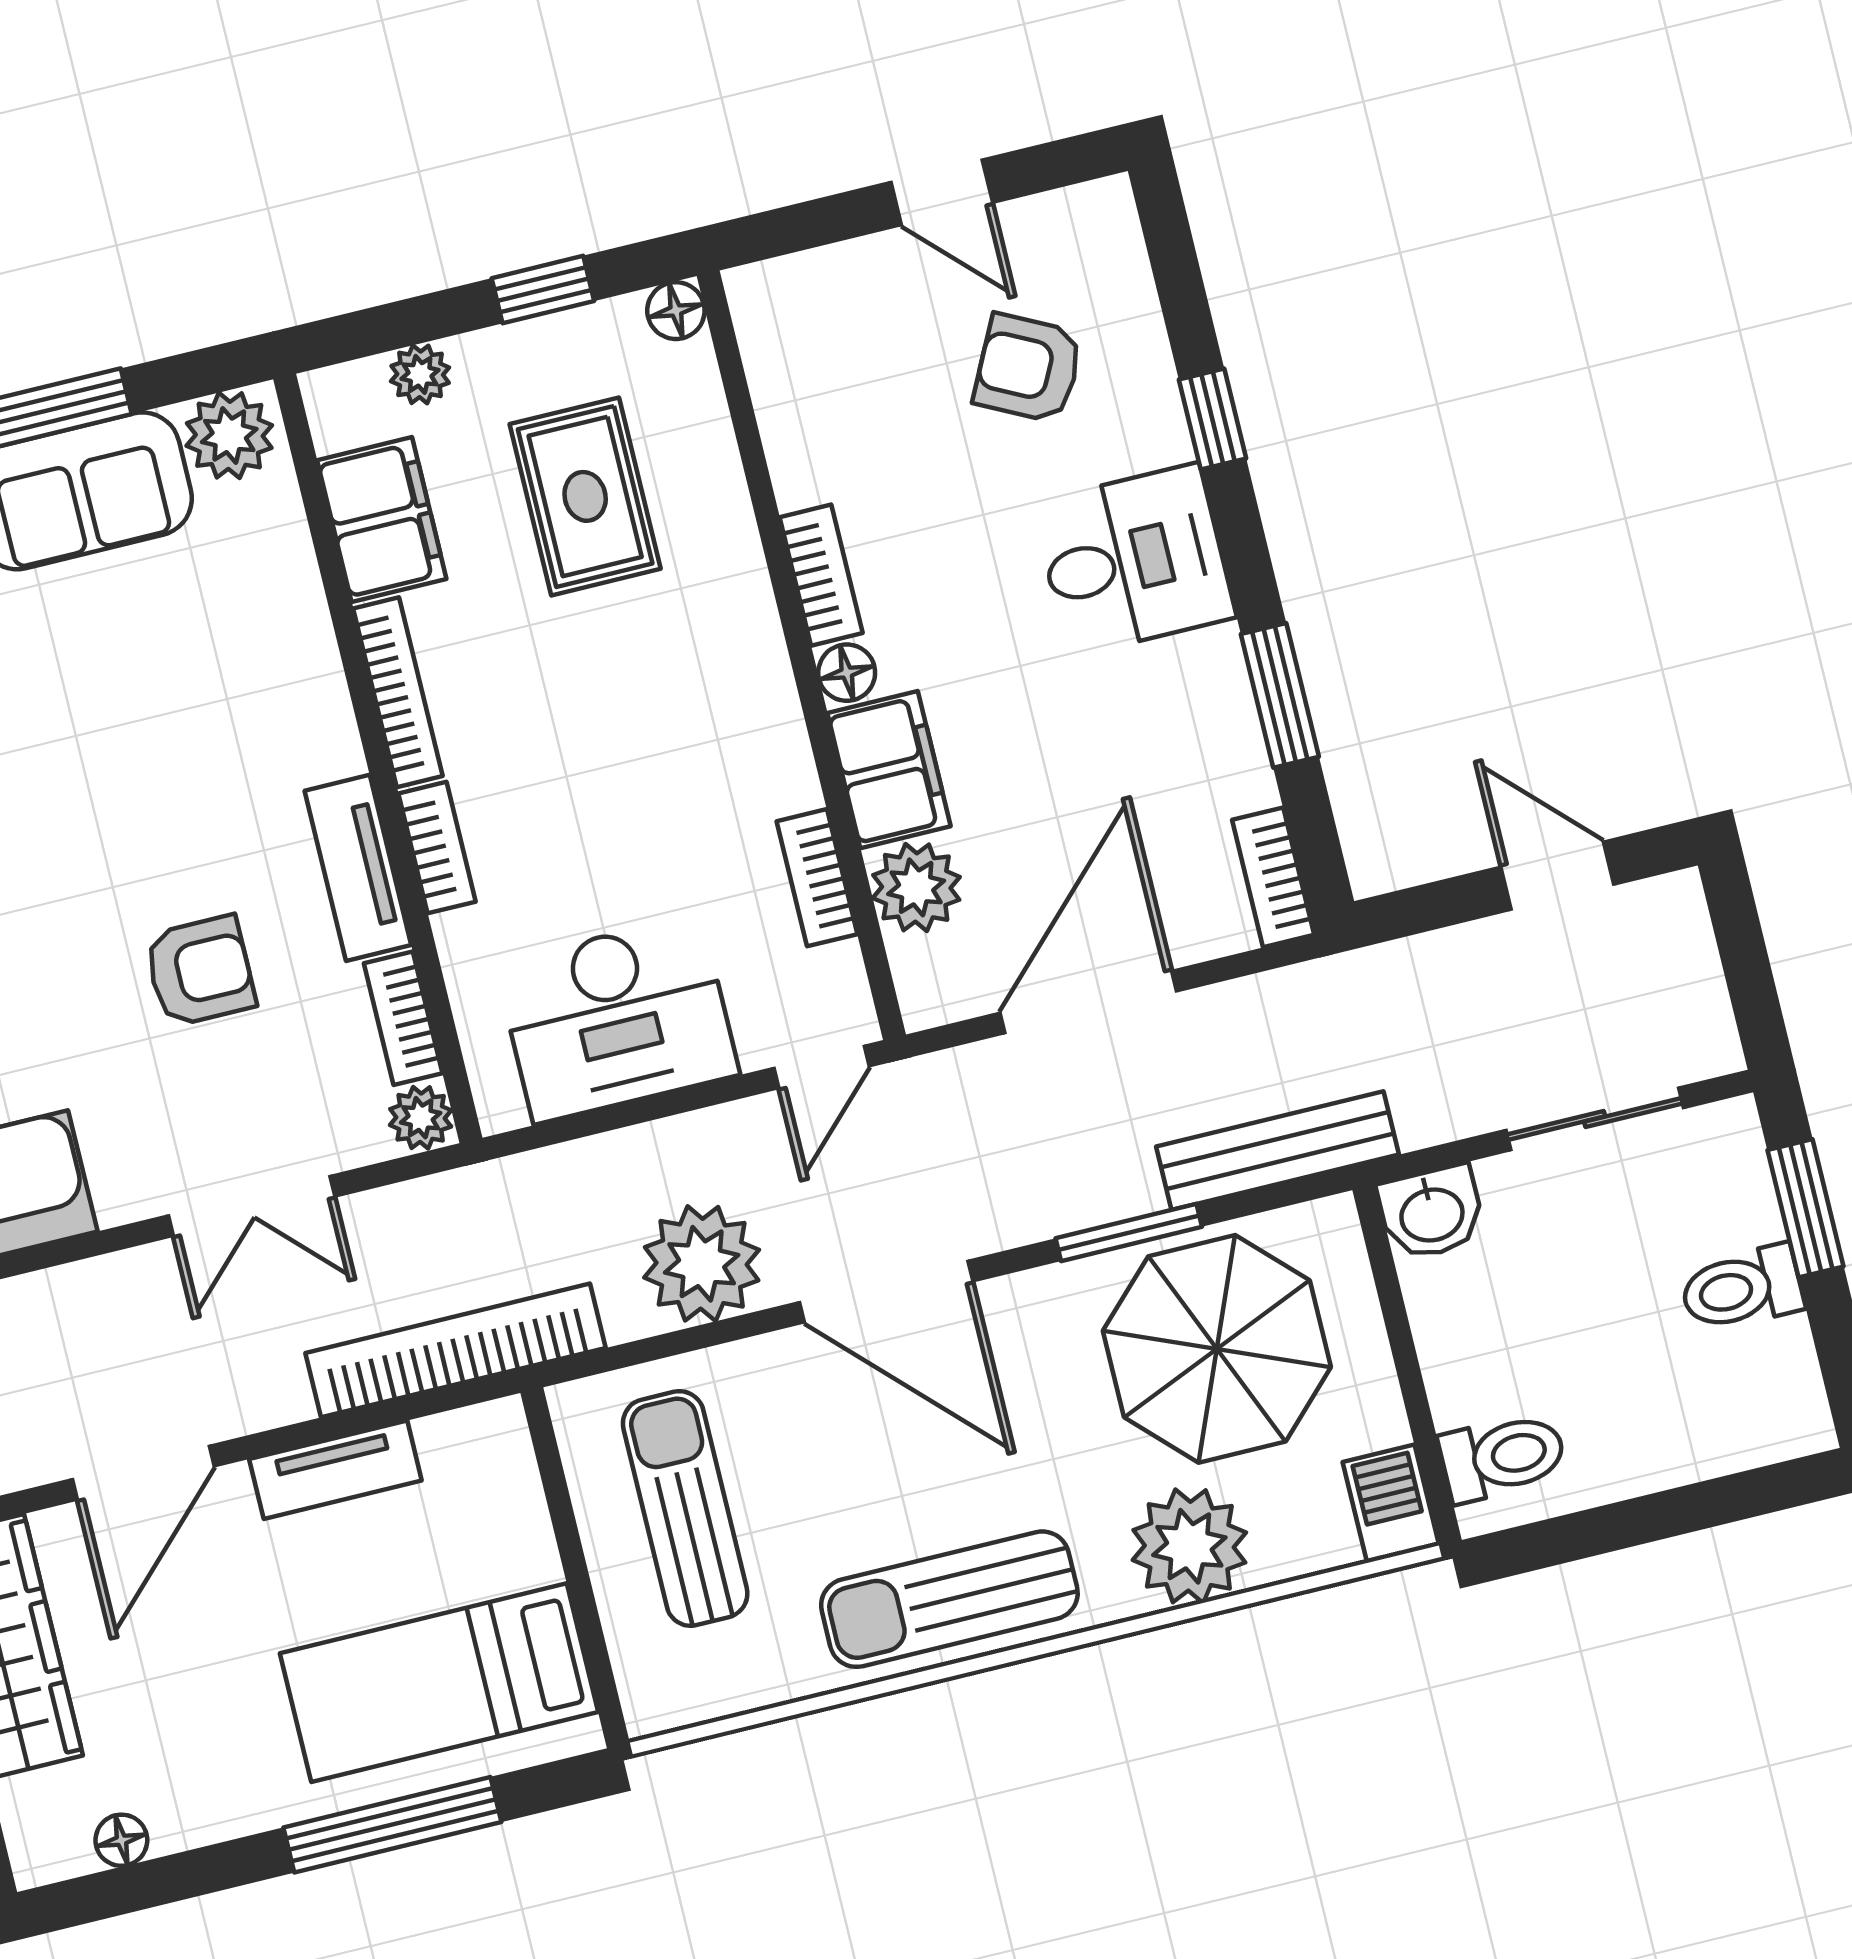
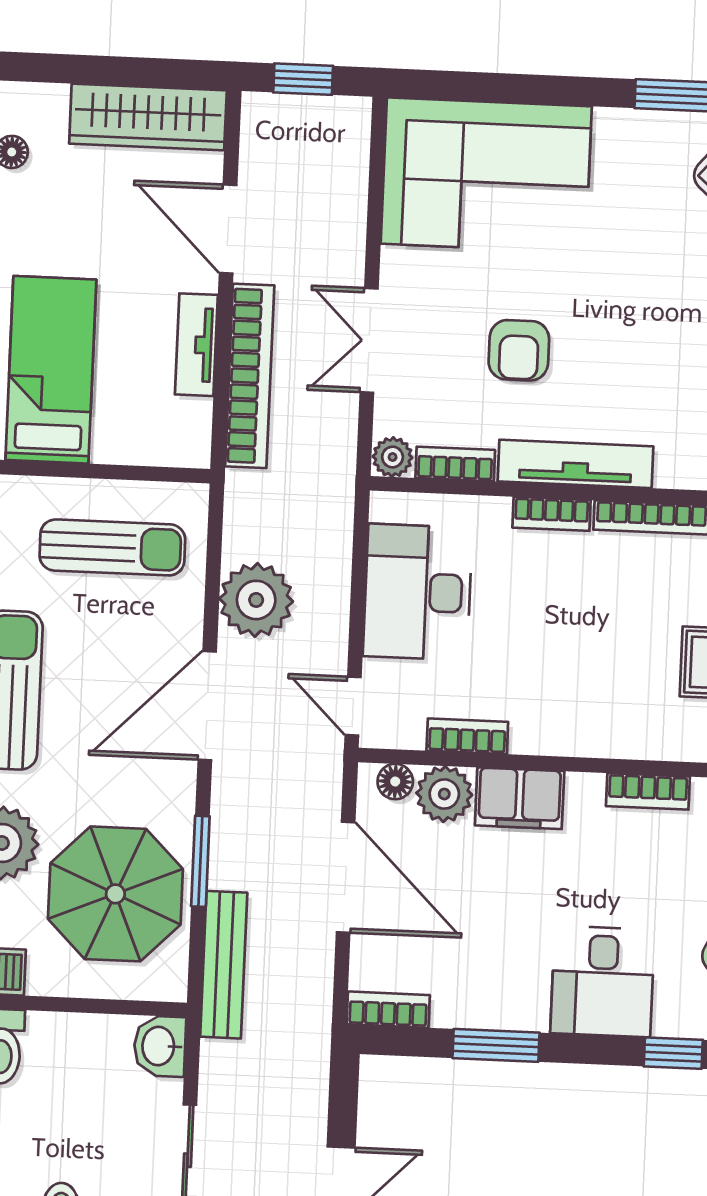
floor lamp: (847, 673) -> (395, 782), moved
tv unit: (358, 868) -> (576, 464), width x1.41
bookcase: (456, 1350) -> (250, 376), moved

